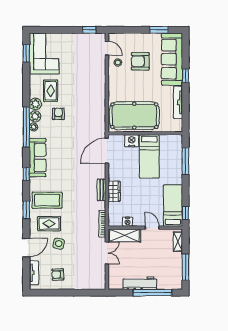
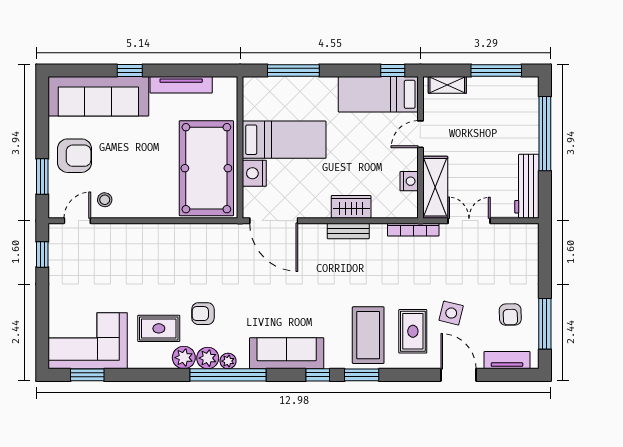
window: (159, 30) -> (42, 176), moved
armchair: (140, 61) -> (75, 156), moved, turned -90
window: (26, 210) -> (362, 375), moved
workbench: (140, 283) -> (527, 186), moved
window: (53, 293) -> (545, 324), added

